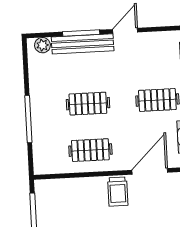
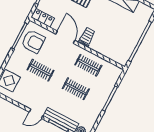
door: (150, 171) -> (65, 37), swing flipped

